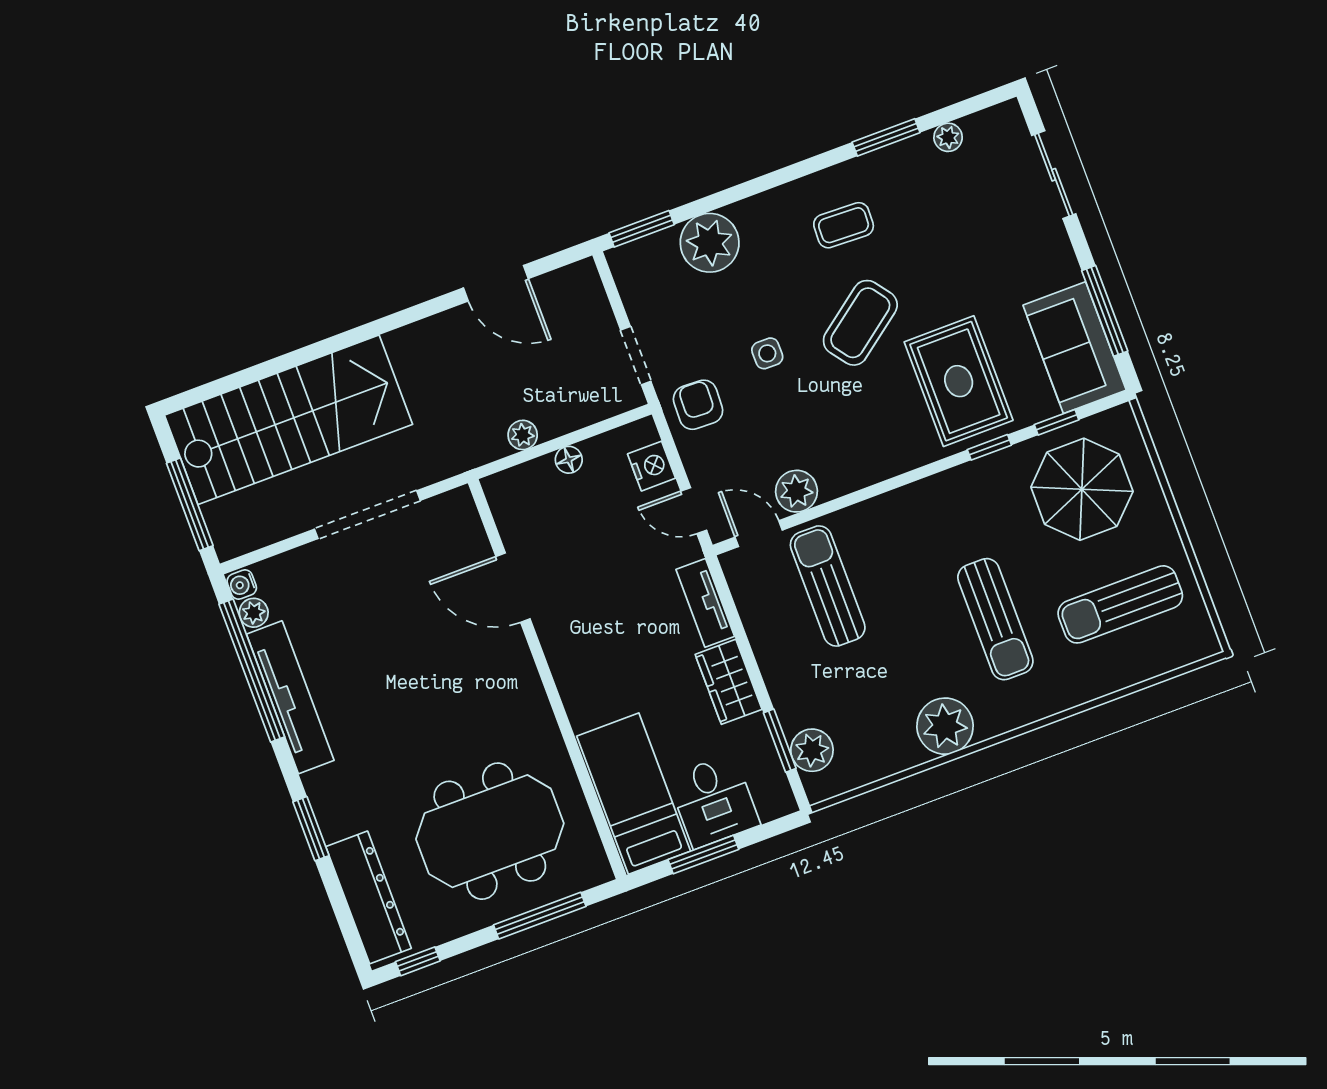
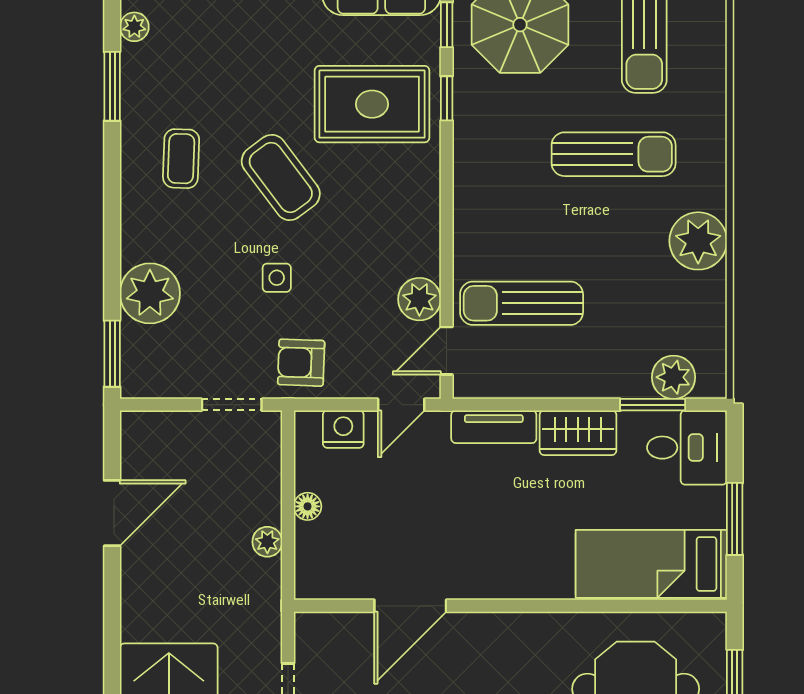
desk: (714, 801) -> (687, 448), moved

